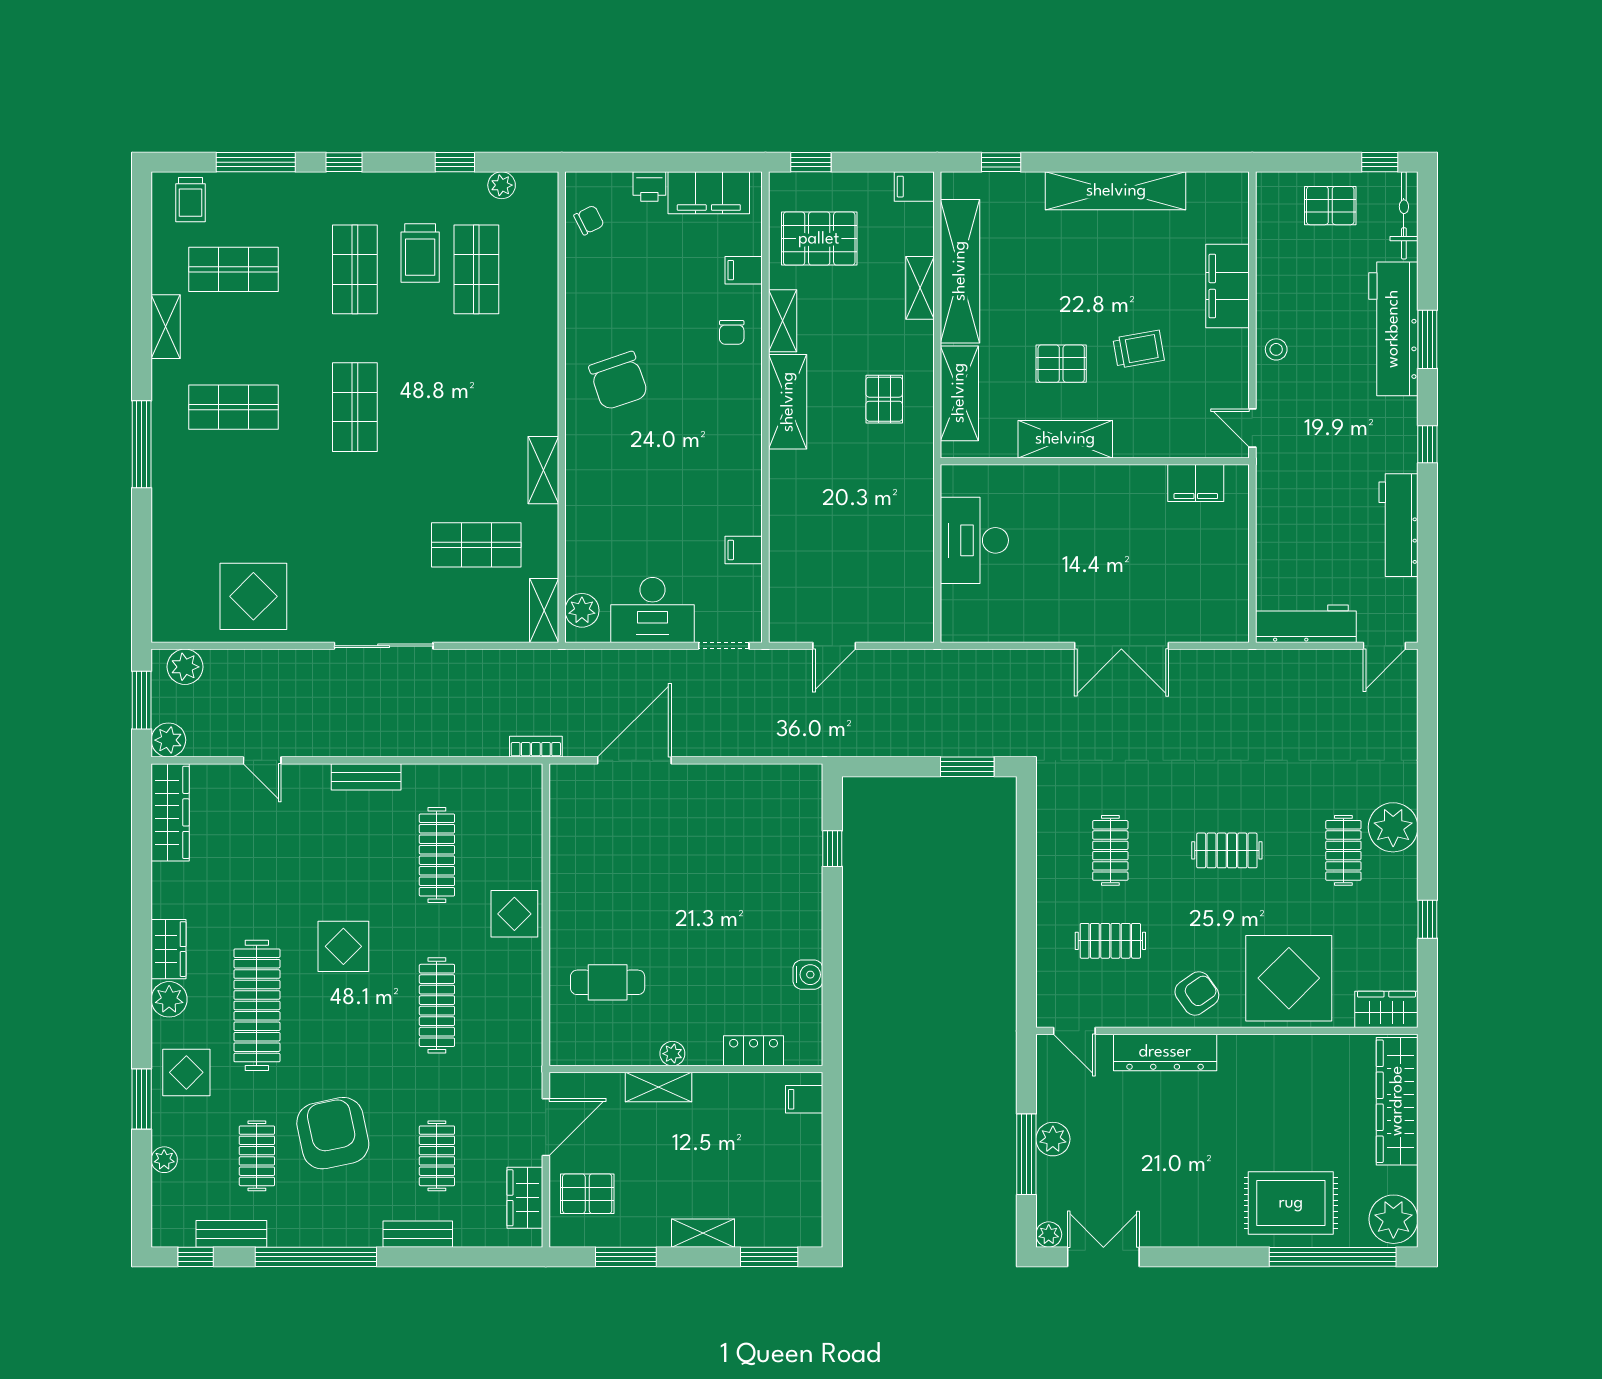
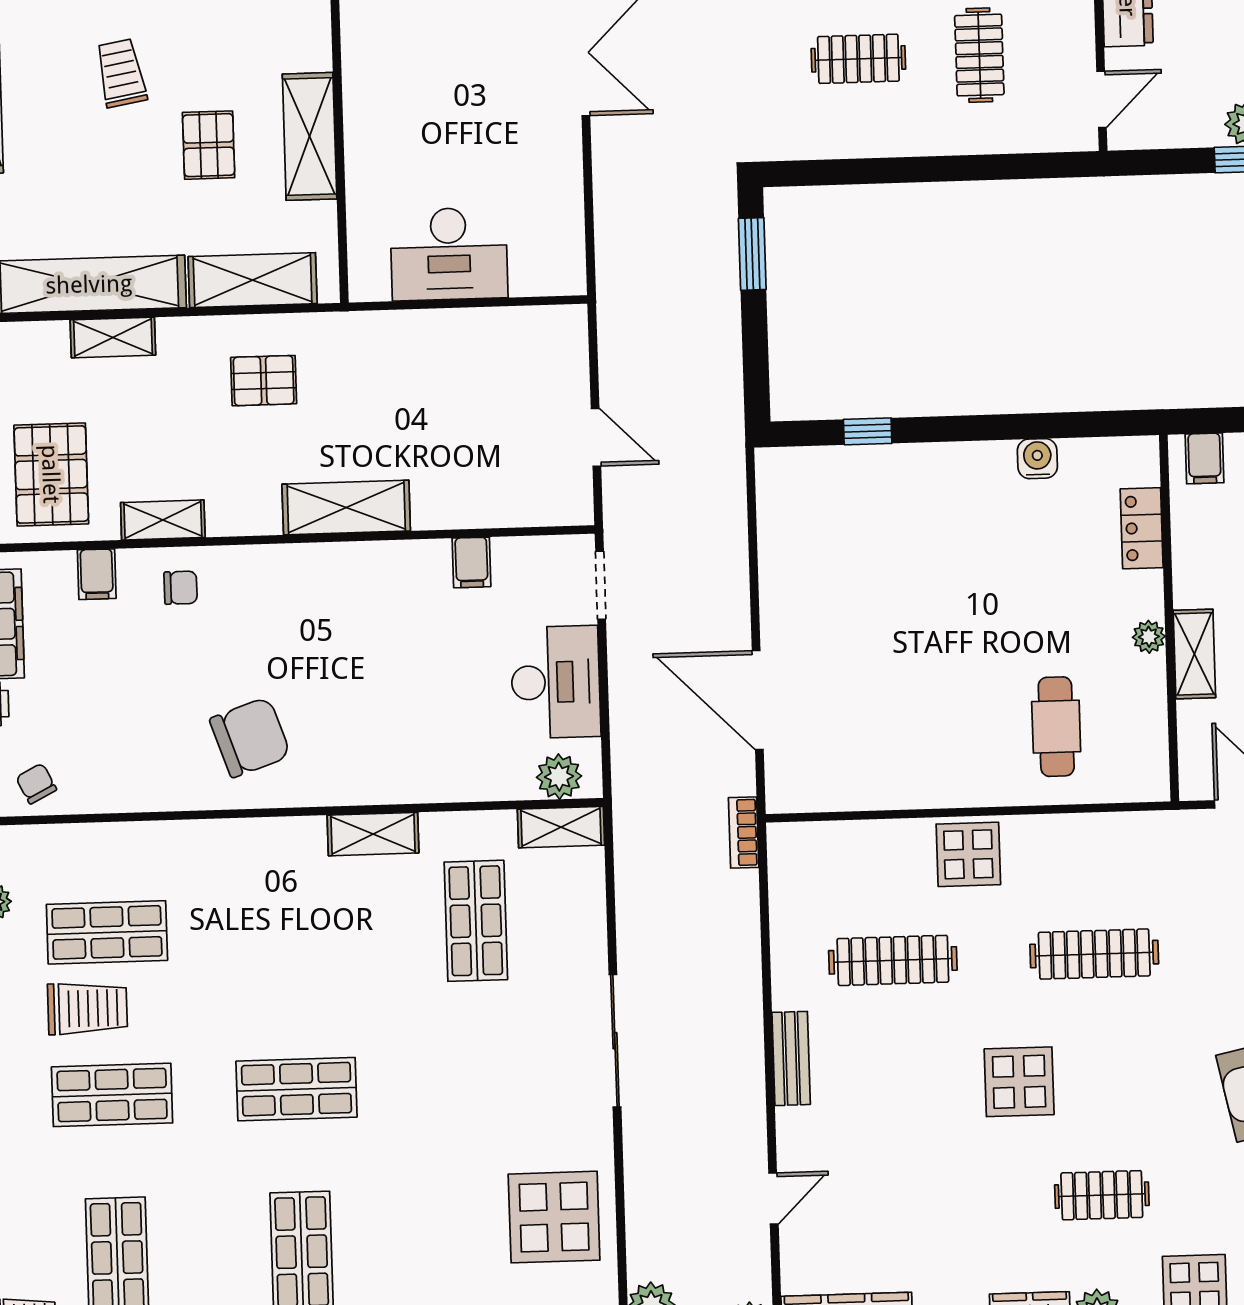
trolley: (1139, 349) -> (121, 73), moved
shelving: (788, 402) -> (346, 508), moved
clothes rail: (257, 1005) -> (1102, 1195), width x0.54, depth x0.76

